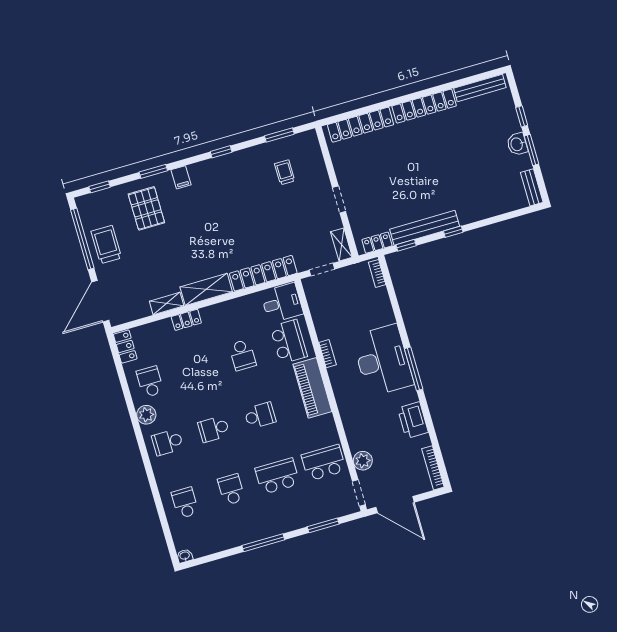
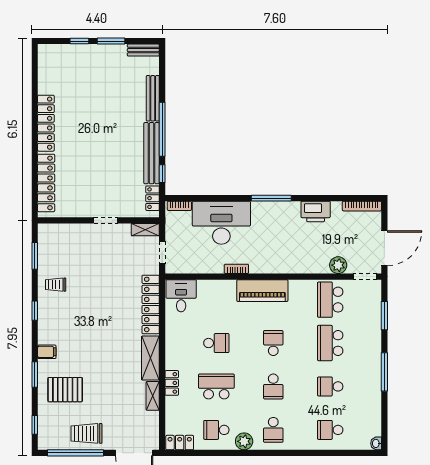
bench: (480, 88) -> (153, 98), moved
washbasin: (517, 144) -> (102, 52), removed
trolley: (285, 172) -> (56, 285), moved
window: (453, 232) -> (162, 129), width x3.17
school desk: (289, 342) -> (216, 386), moved
desk: (383, 360) -> (221, 223), moved

